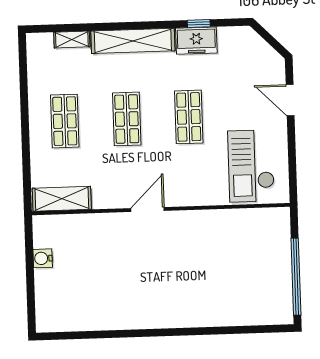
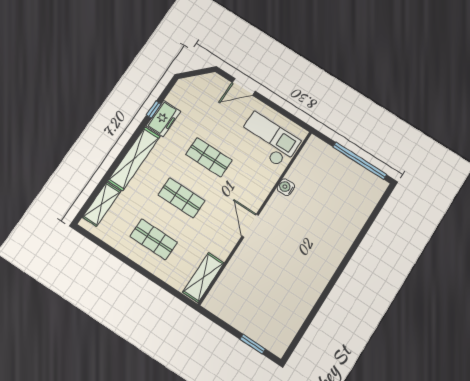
shelving: (72, 40) -> (102, 204), width x1.50, depth x1.33
checkout: (251, 166) -> (269, 140), turned 180
water cooler: (43, 258) -> (286, 187), moved, turned 90
window: (31, 294) -> (253, 344), added

